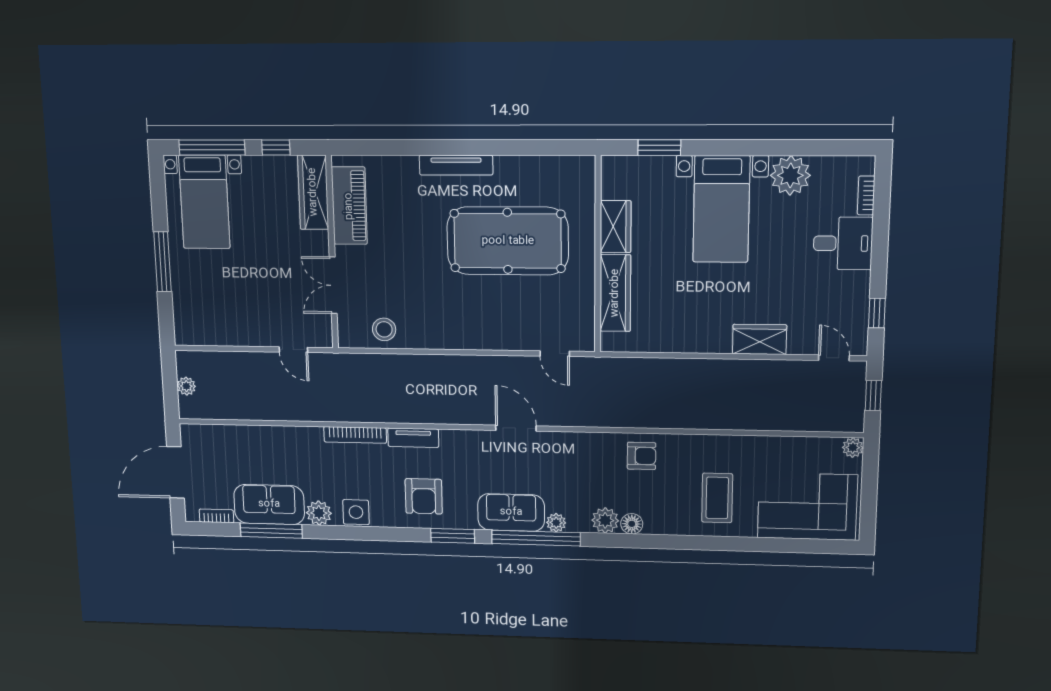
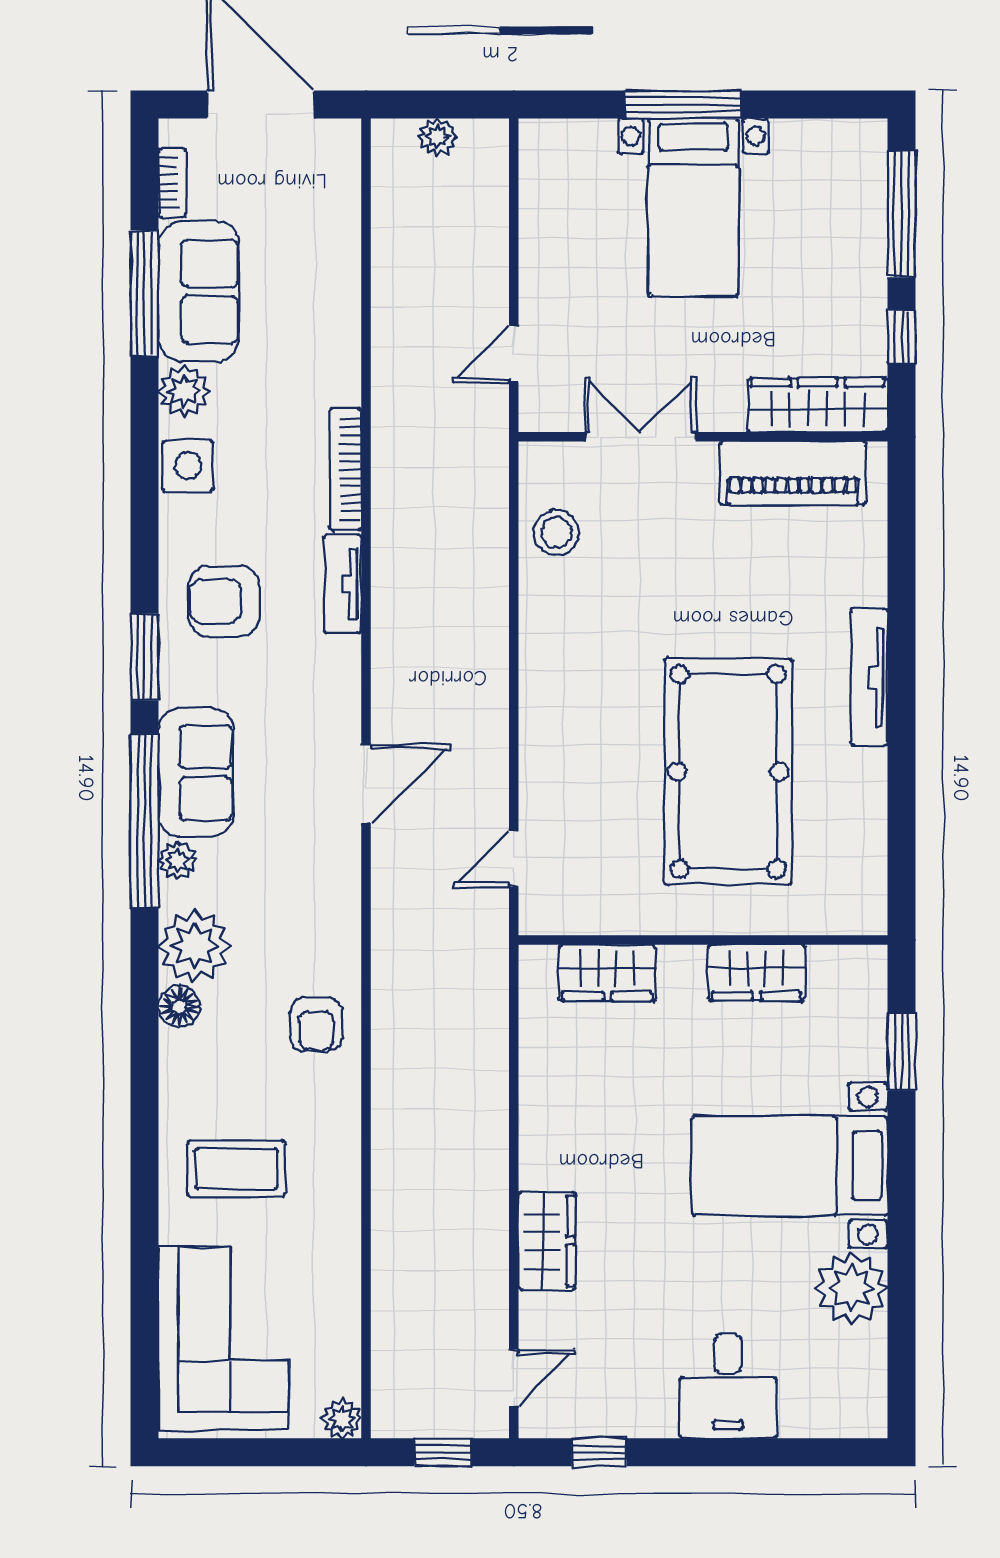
bookcase: (866, 195) -> (816, 1424), removed
bed with nightstands: (204, 202) -> (693, 207), moved, turned -90
wardrobe: (615, 293) -> (607, 973), width x0.67
plant: (605, 520) -> (194, 946), width x1.36, depth x1.36

